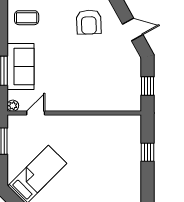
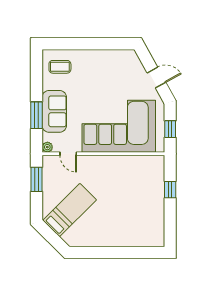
armchair: (89, 22) -> (117, 71), removed
corner sofa: (91, 83) -> (119, 126), added
door: (36, 113) -> (68, 154), swing flipped

